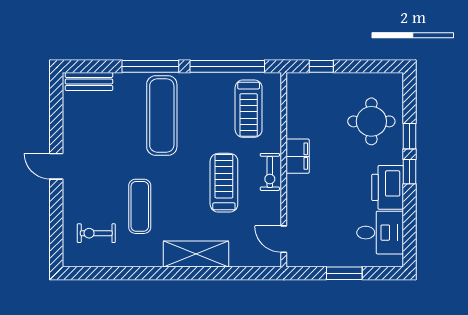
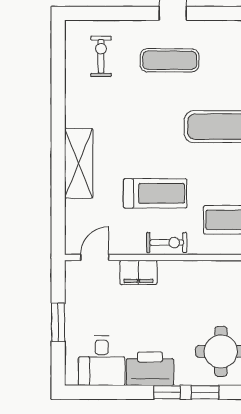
filing cabinet: (298, 156) -> (138, 272), moved
exercise bike: (270, 172) -> (167, 243), turned 180
exercise mat: (140, 206) -> (170, 60), moved

